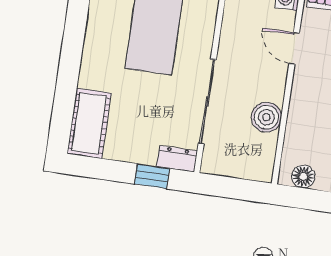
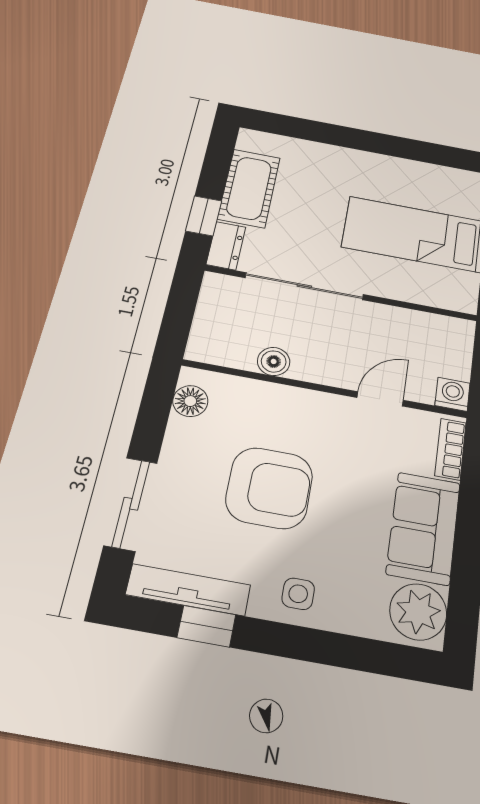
boiler: (266, 117) -> (274, 361), width x0.73, depth x0.73
cot: (89, 123) -> (249, 188), moved, turned 90

